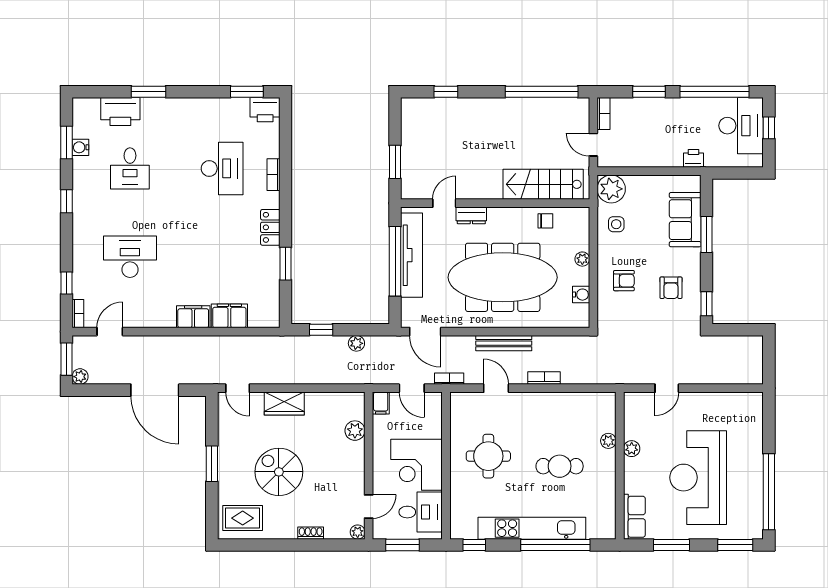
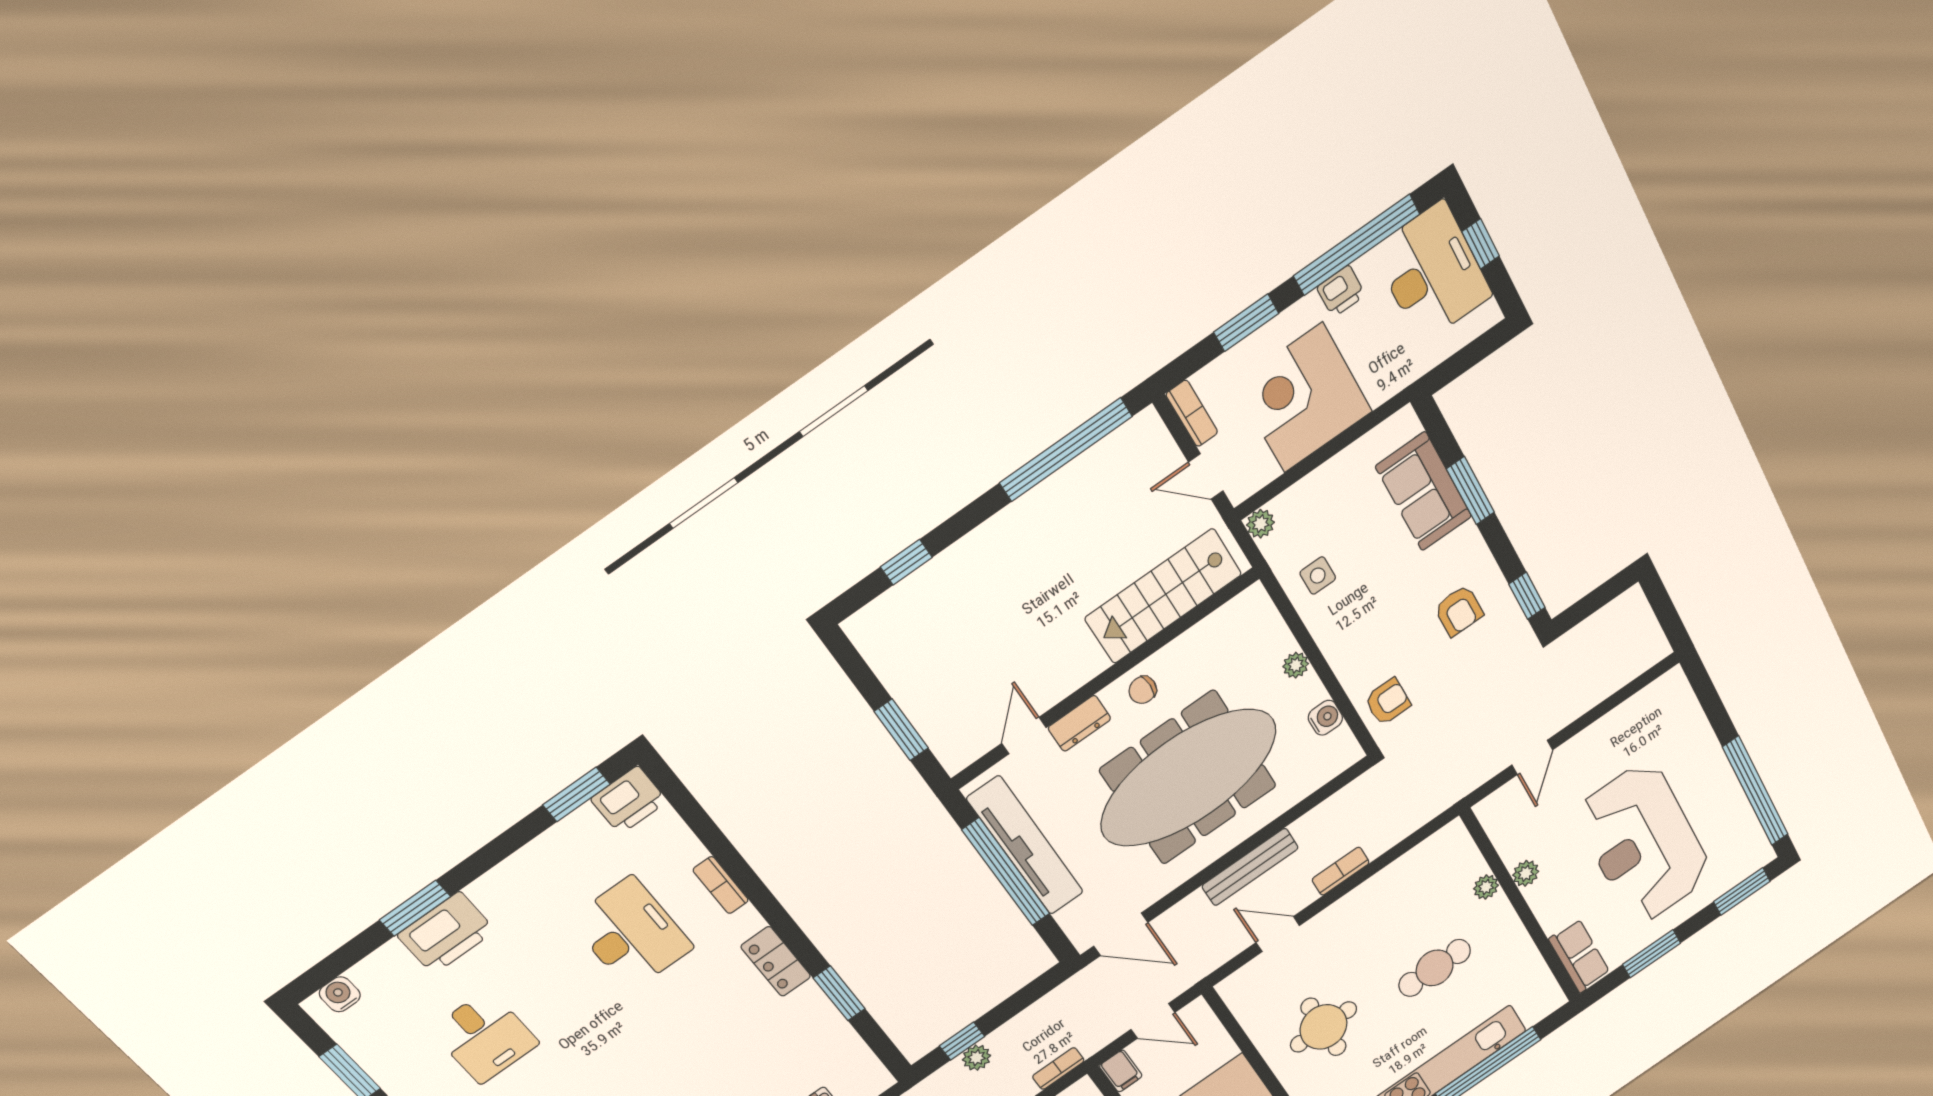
printer: (120, 112) -> (446, 933), moved
corner desk: (655, 140) -> (1303, 398), added
water cooler: (80, 147) -> (340, 994), moved, turned 90
printer: (693, 158) -> (1341, 291), moved, turned 180
plant: (611, 189) -> (1260, 524), width x0.53, depth x0.53
chair: (545, 221) -> (1143, 690), moved, turned 180
armchair: (624, 281) -> (1388, 702), moved
plant: (356, 343) -> (976, 1058), moved
bookcase: (449, 379) -> (1058, 1068), moved

